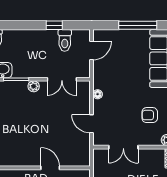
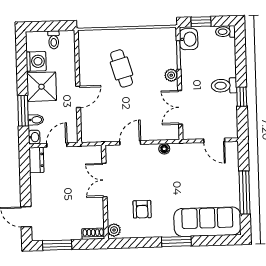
toilet: (65, 40) -> (224, 86), moved
armchair: (150, 115) -> (142, 209), turned 180
cafe table: (26, 129) -> (122, 68), added

